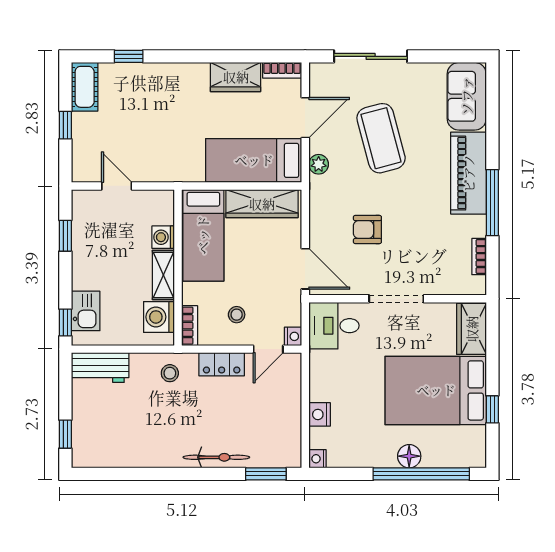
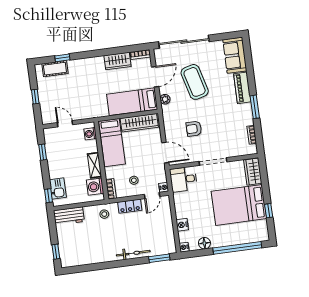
sliding door: (371, 56) -> (184, 42), width x1.36
cot: (85, 87) -> (55, 69), moved, turned 90
piano: (469, 173) -> (242, 88), width x0.73, depth x0.75
window: (492, 203) -> (255, 107), width x0.69
washing machine: (163, 237) -> (90, 134), moved
floor lamp: (409, 456) -> (204, 243), moved

